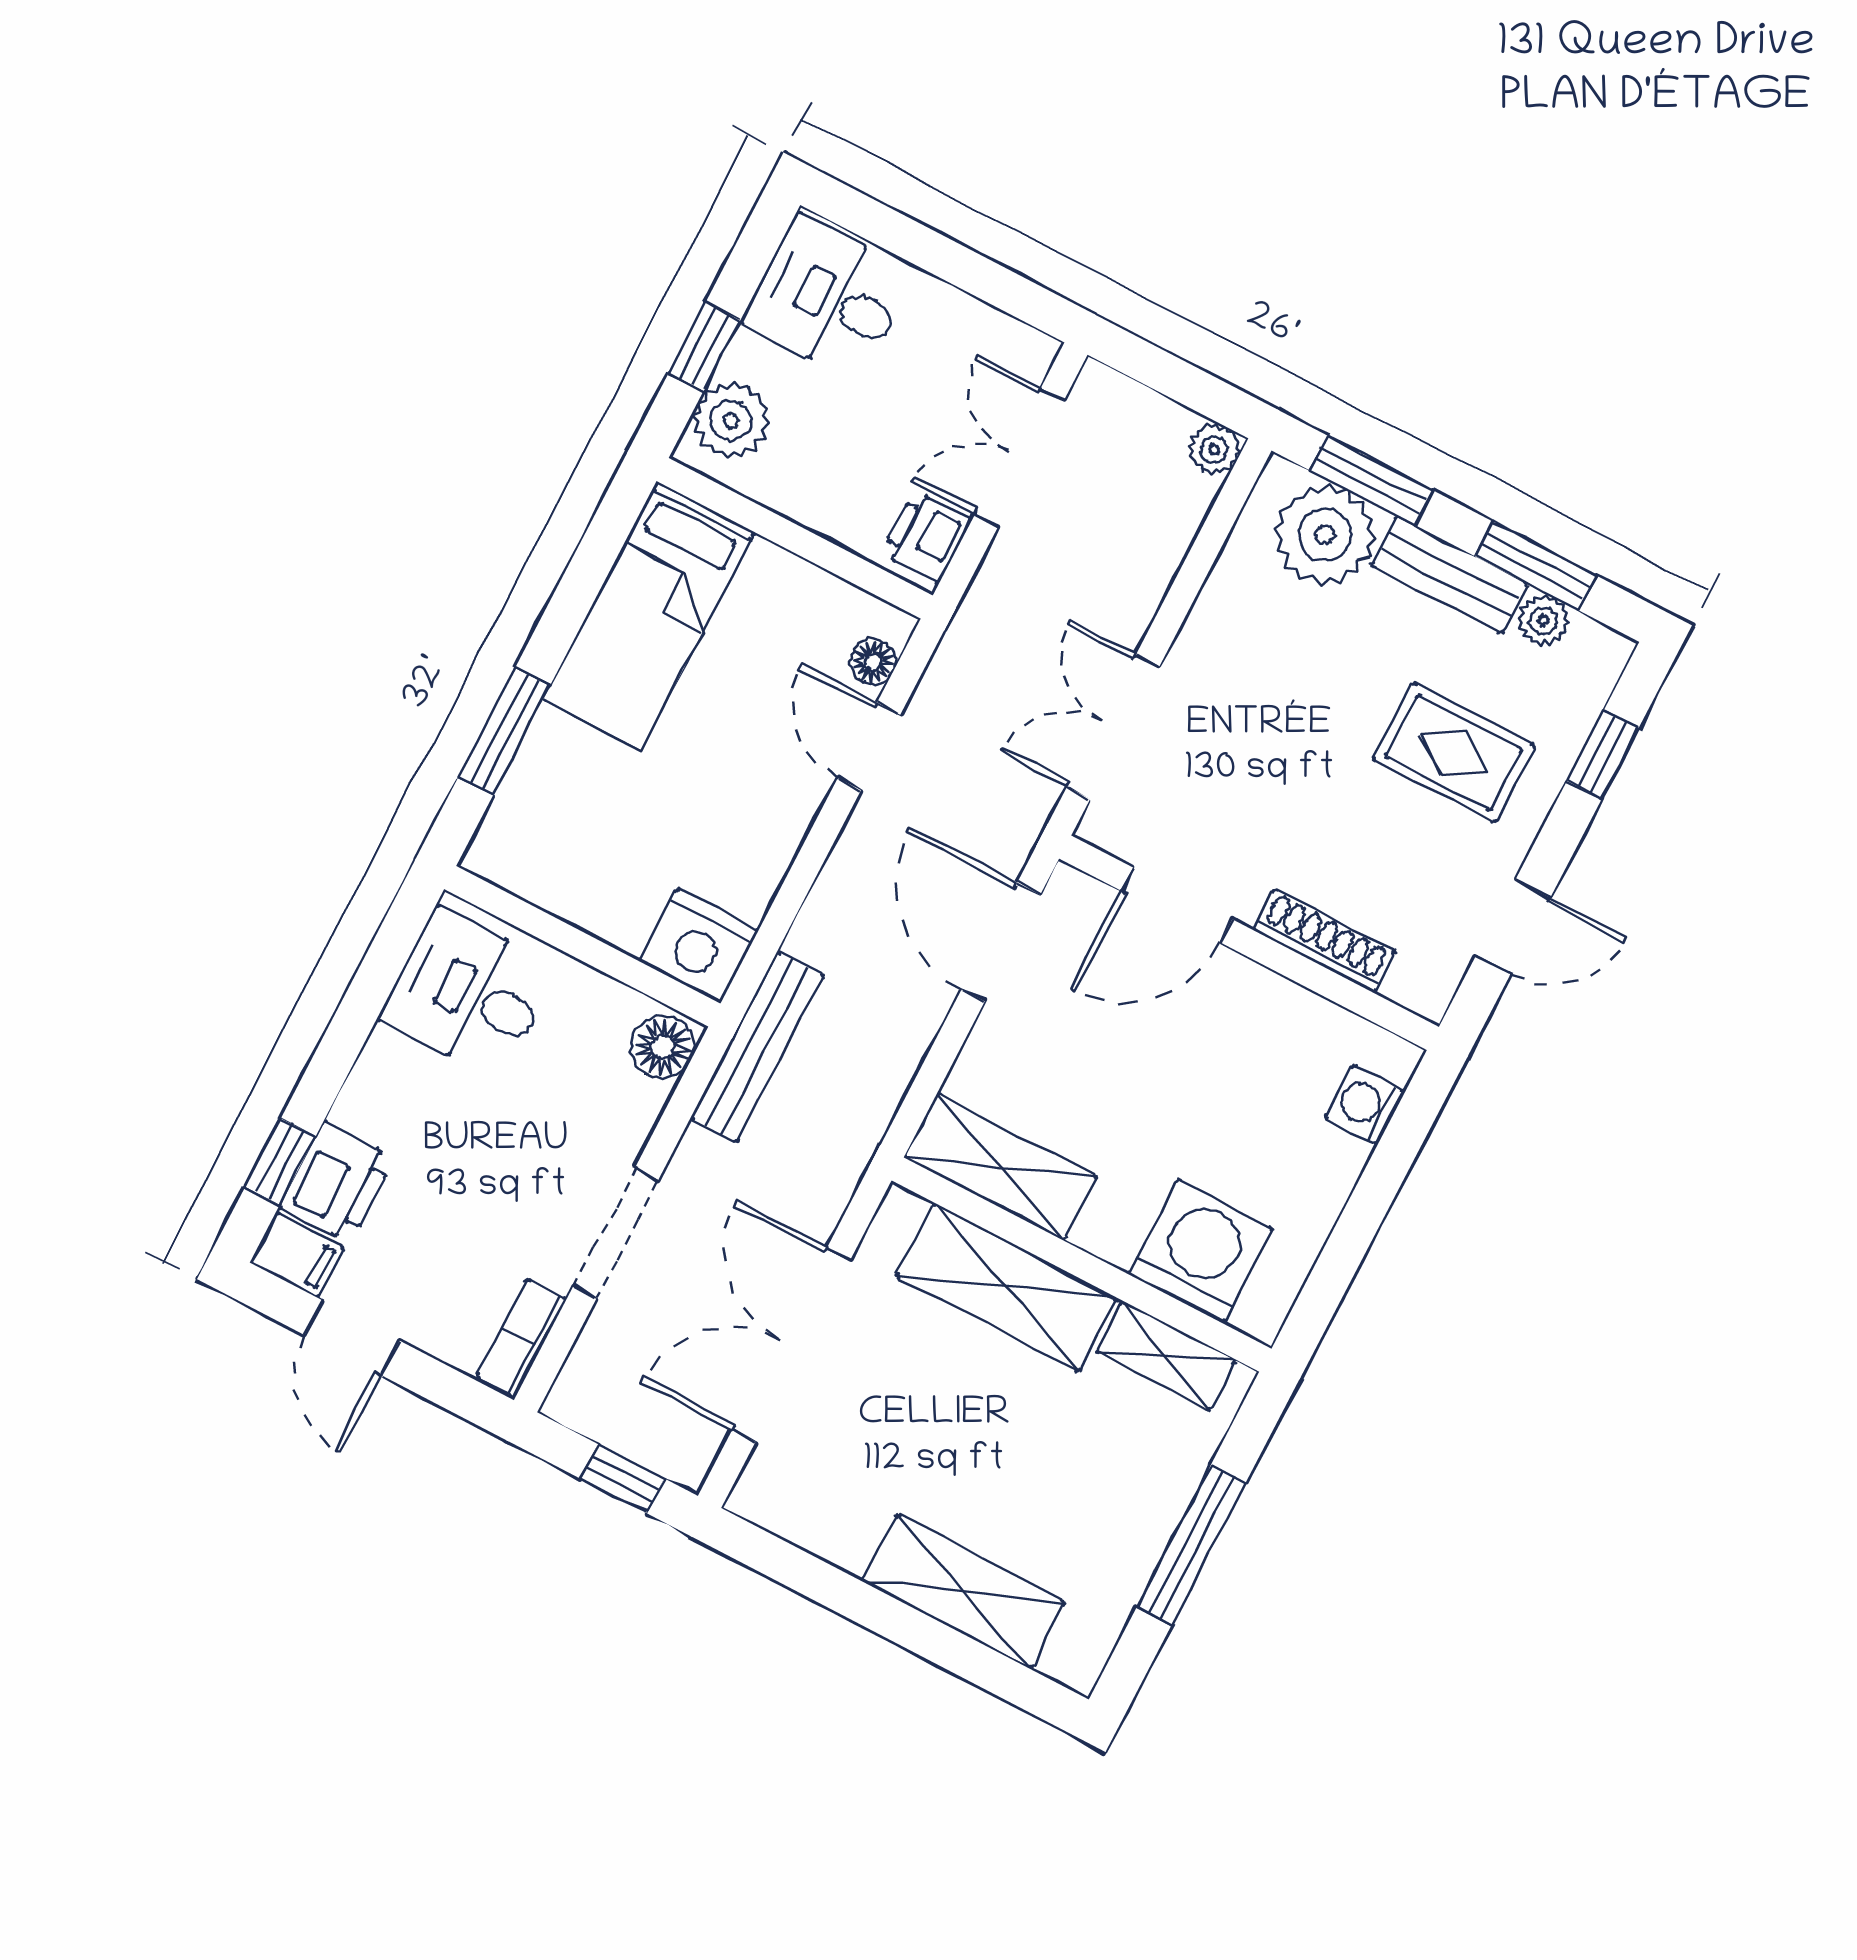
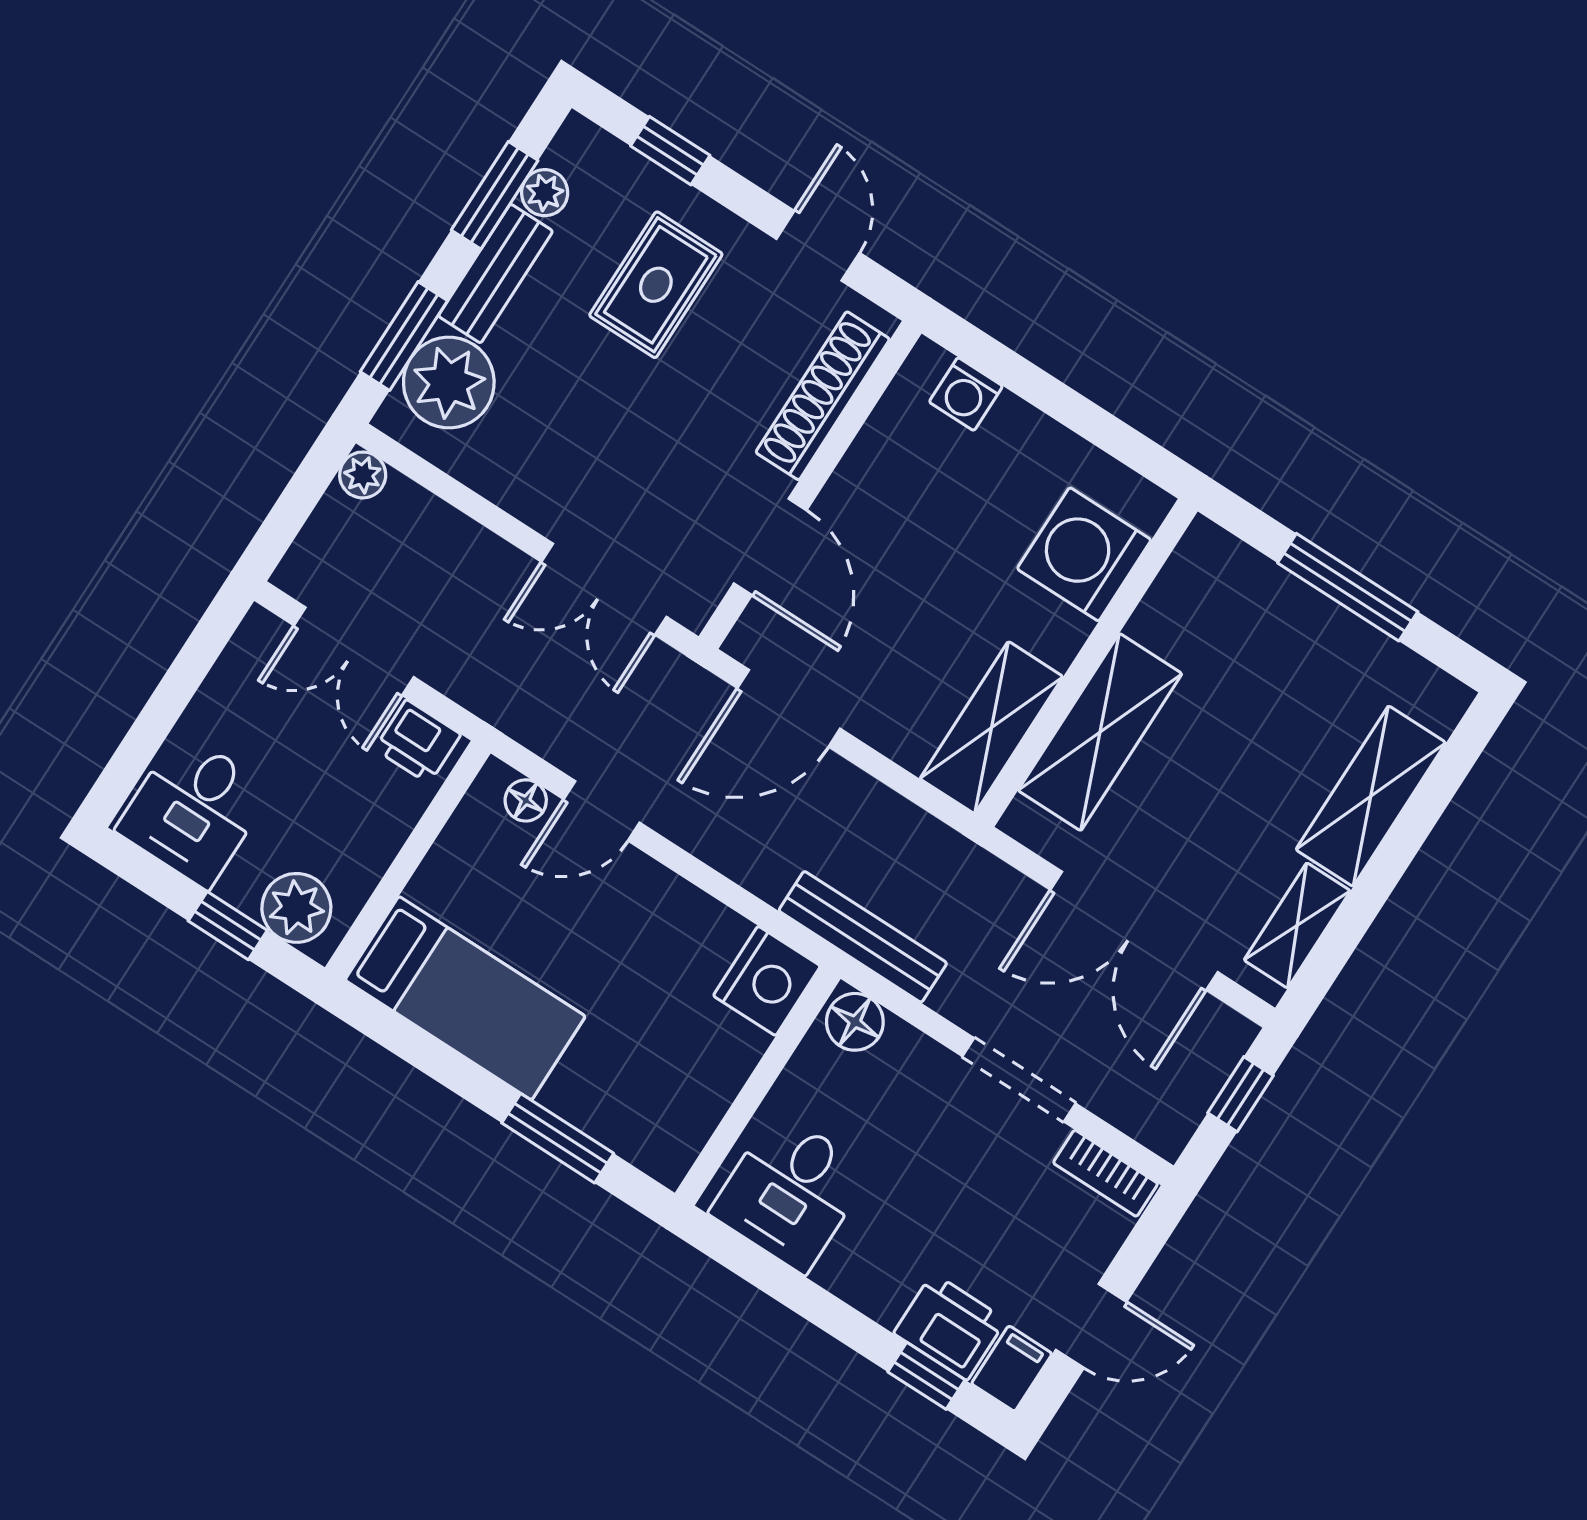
shoe rack: (1324, 941) -> (823, 396), width x1.36, depth x1.24
shelving: (1166, 1356) -> (1297, 925), moved

